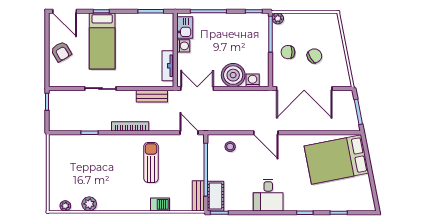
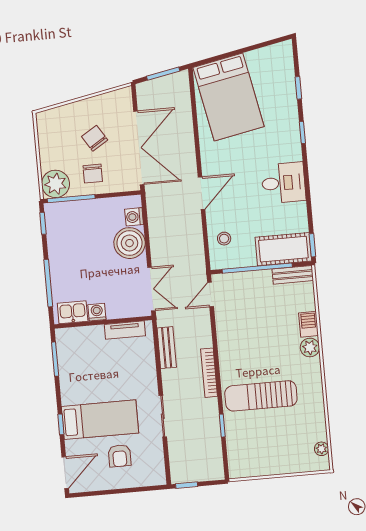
plant: (278, 18) -> (56, 184), width x1.88, depth x1.88
armchair: (61, 52) -> (120, 456), moved, turned 121
double door: (197, 89) -> (151, 289), swing flipped
sun lounger: (151, 162) -> (261, 396), moved, width x1.36, depth x1.34
cot: (215, 196) -> (283, 249), width x1.37, depth x1.34
plant: (89, 204) -> (310, 347), moved

